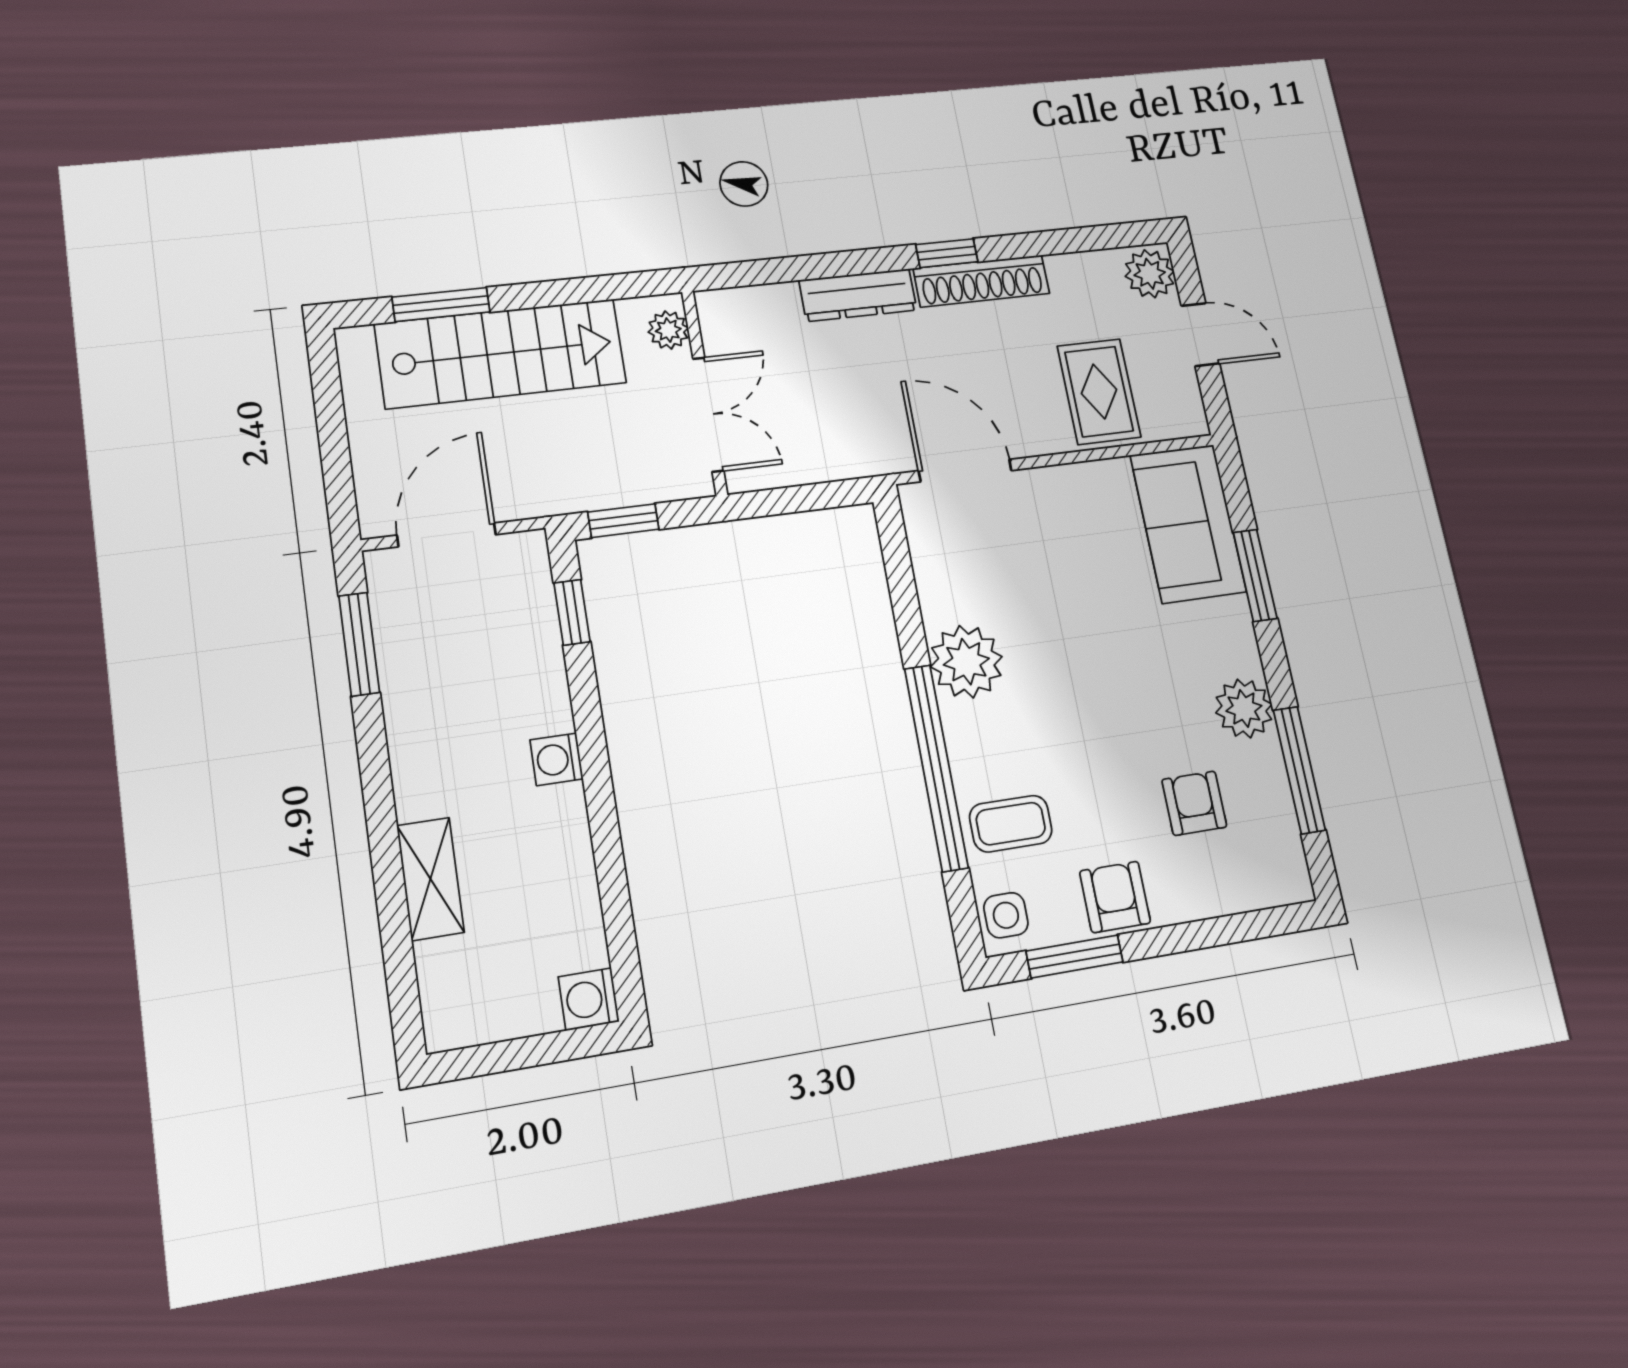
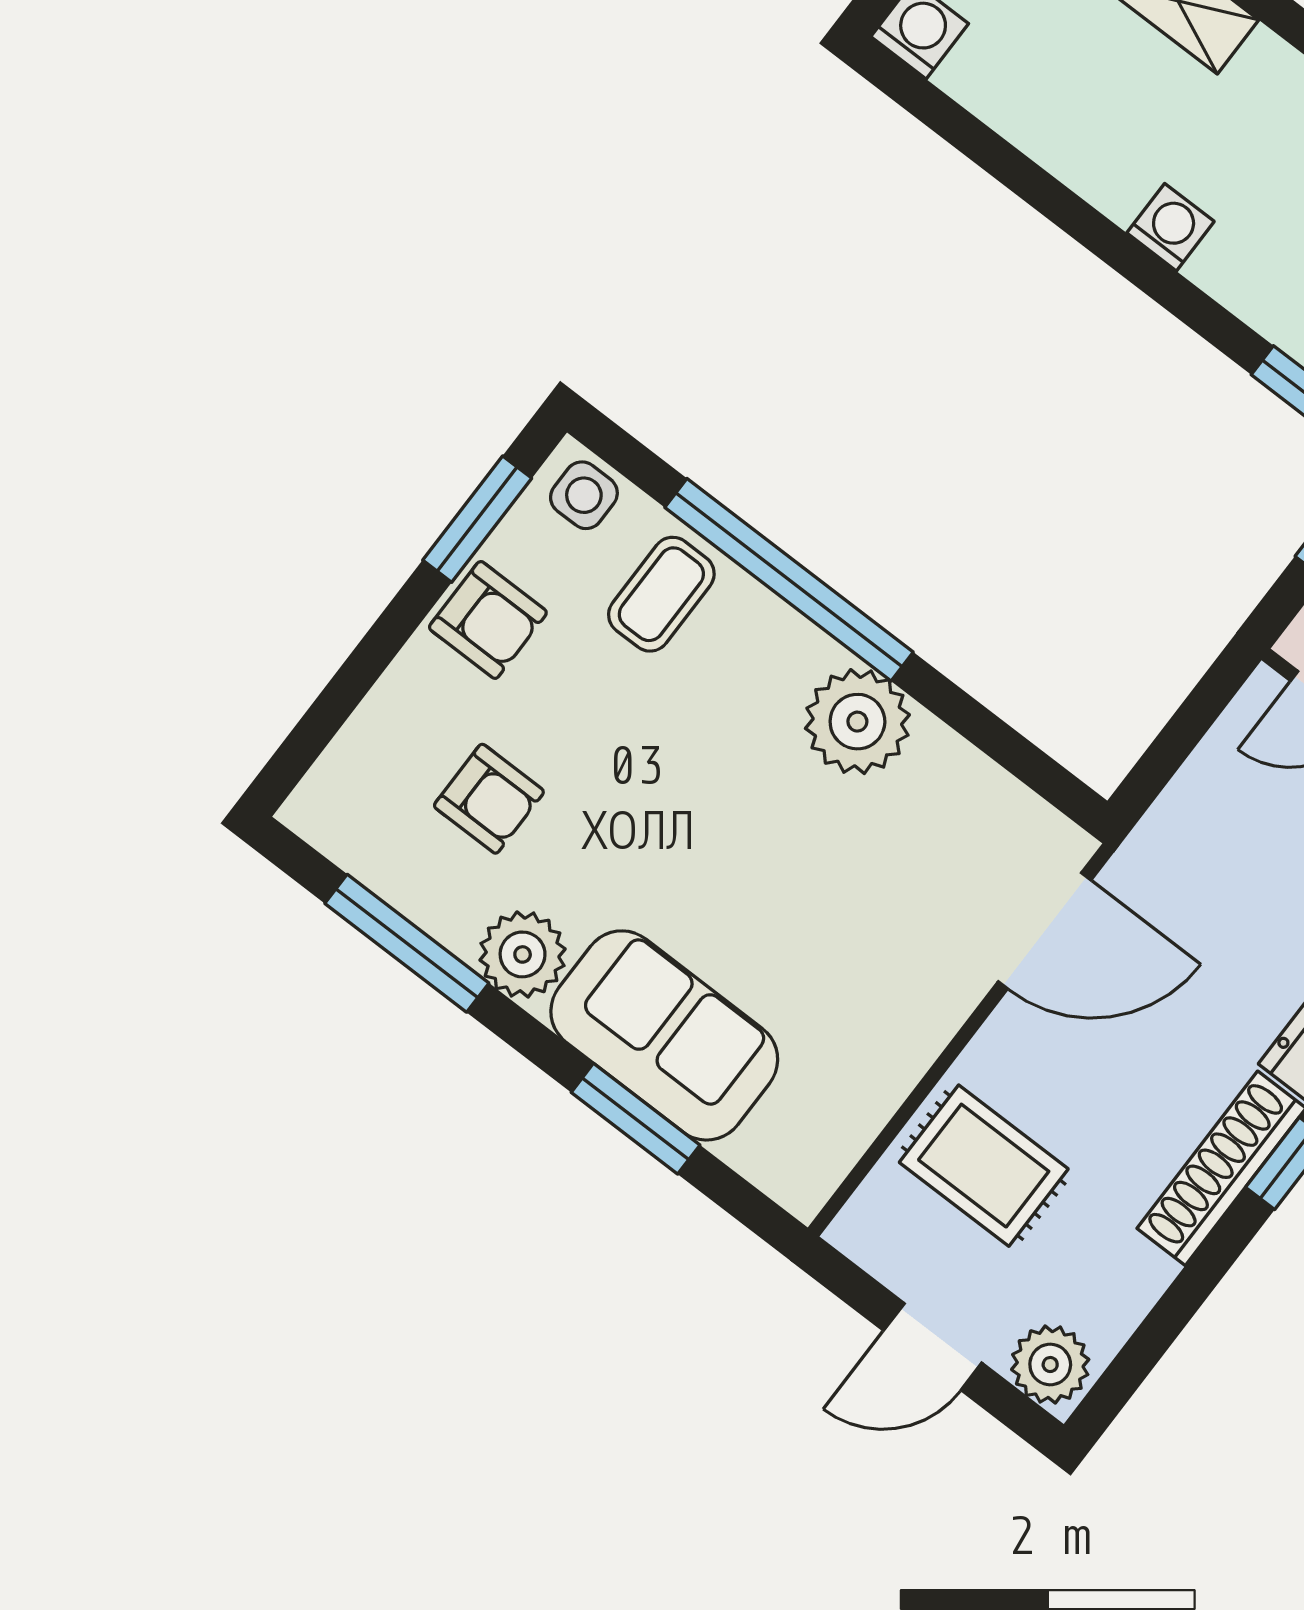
sofa: (1188, 523) -> (664, 1035), moved

